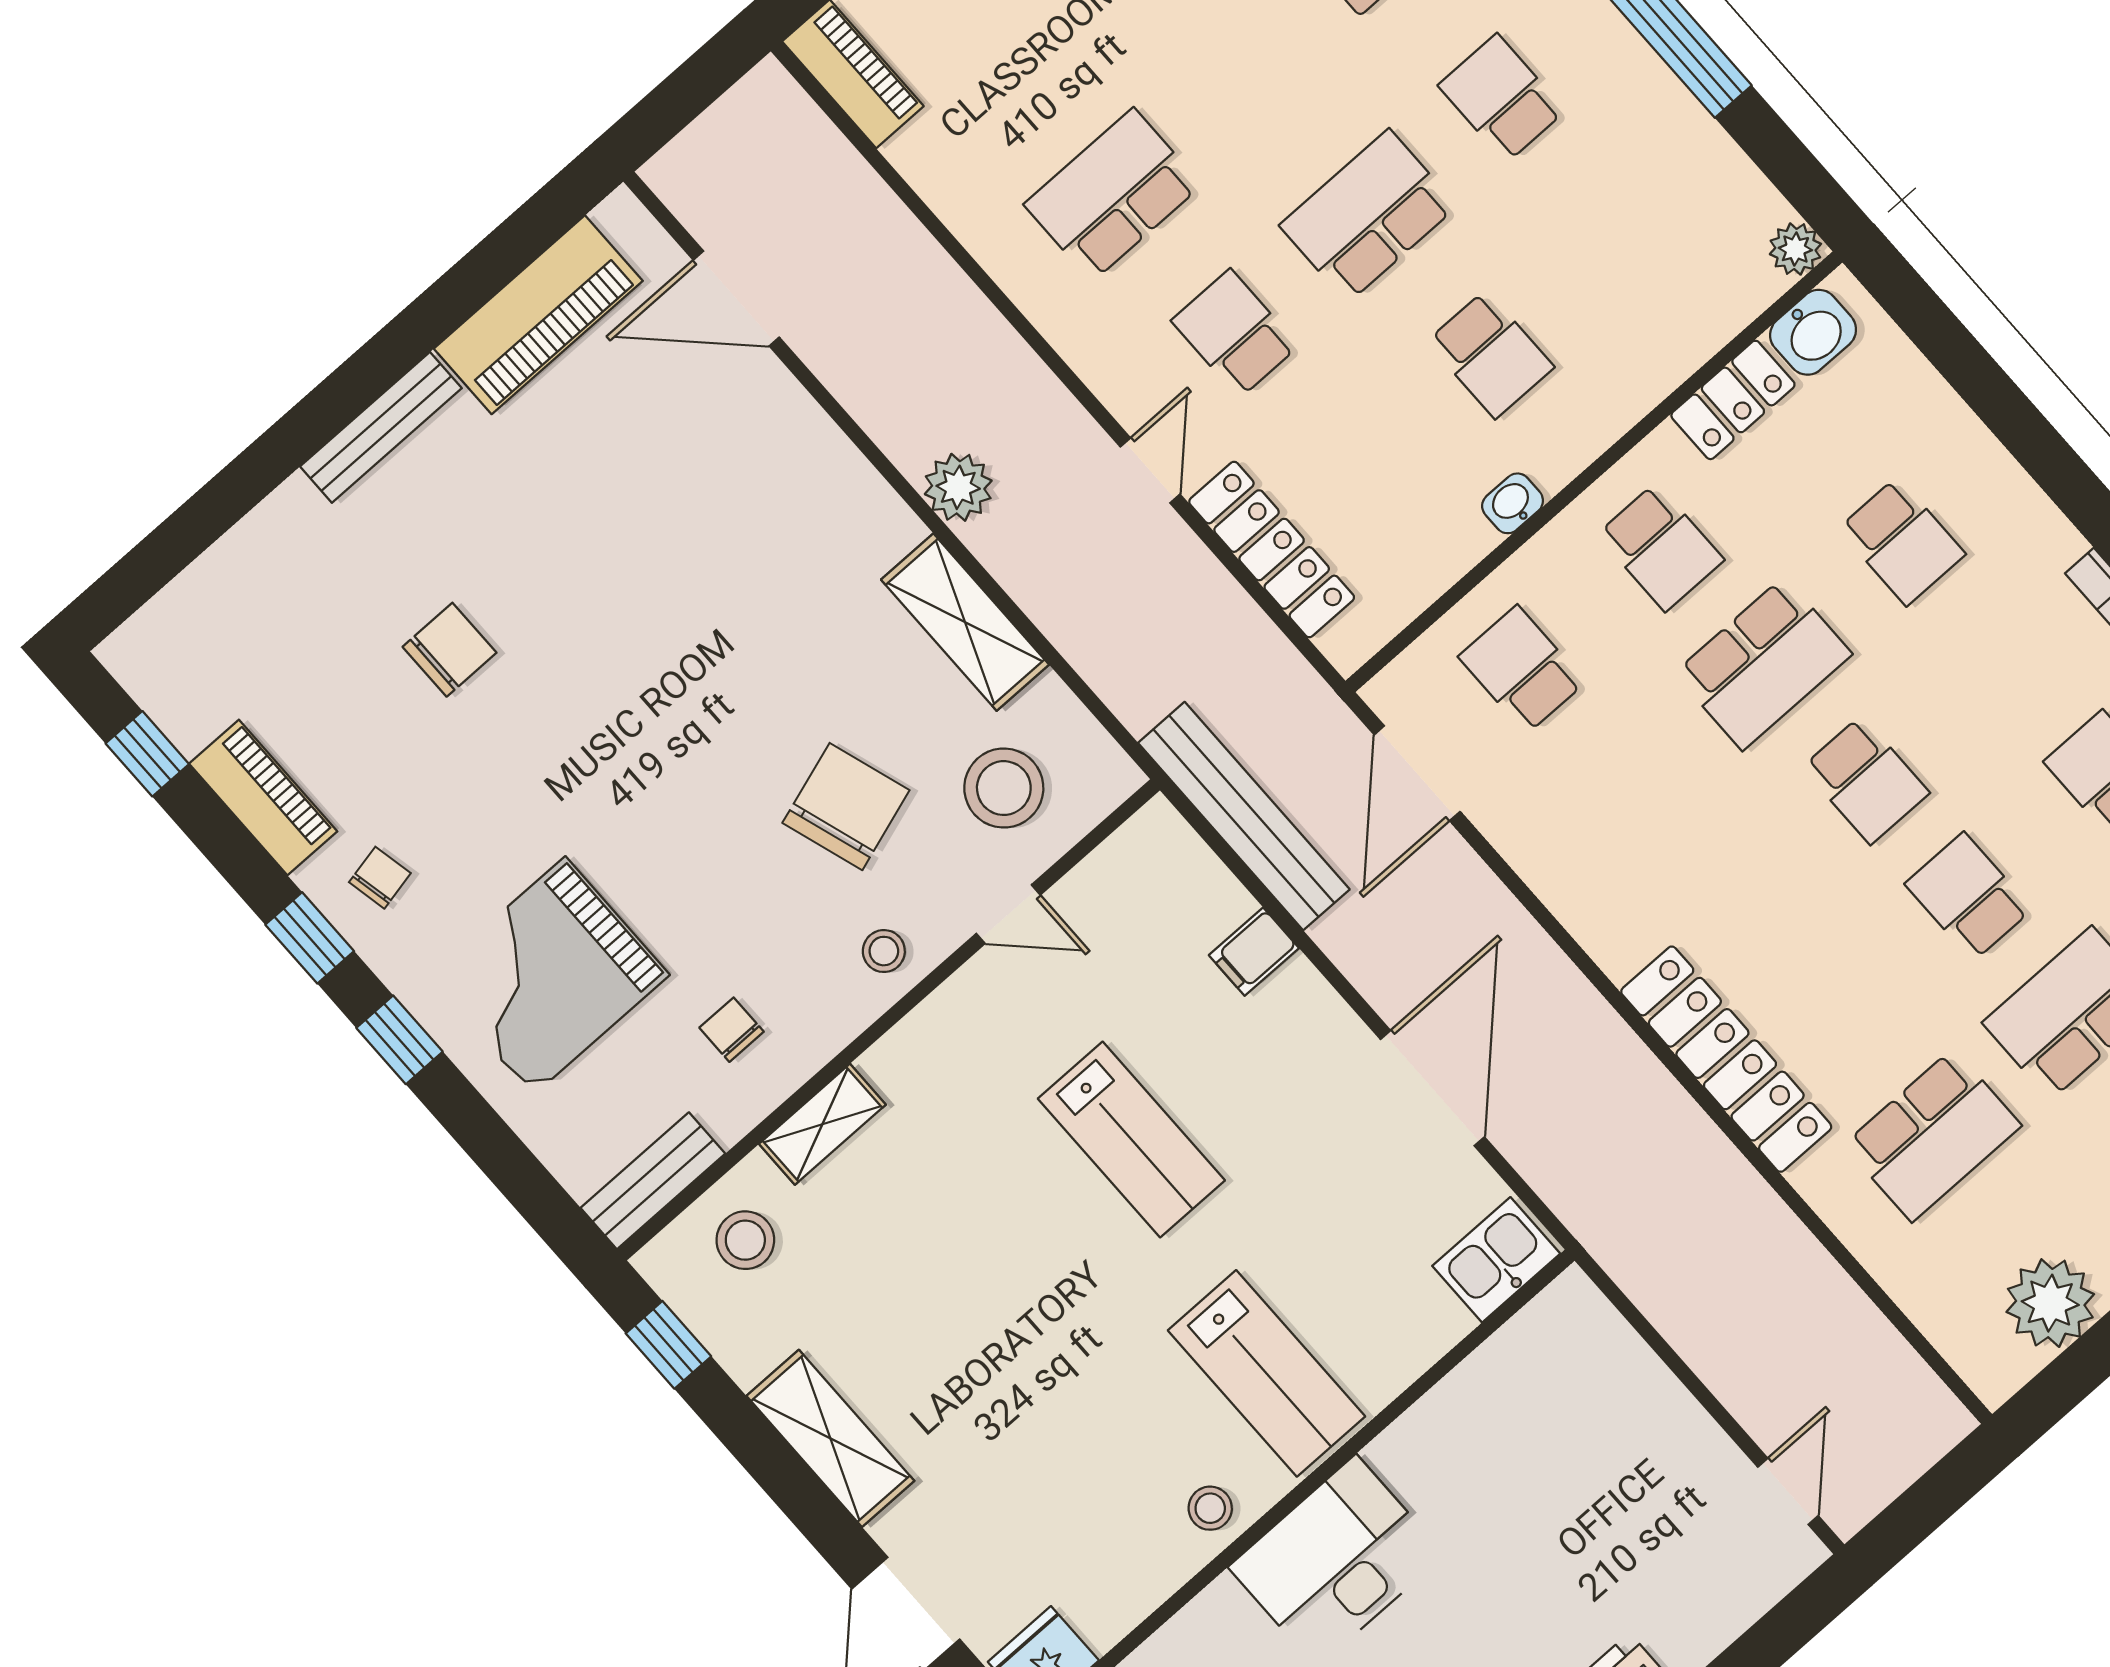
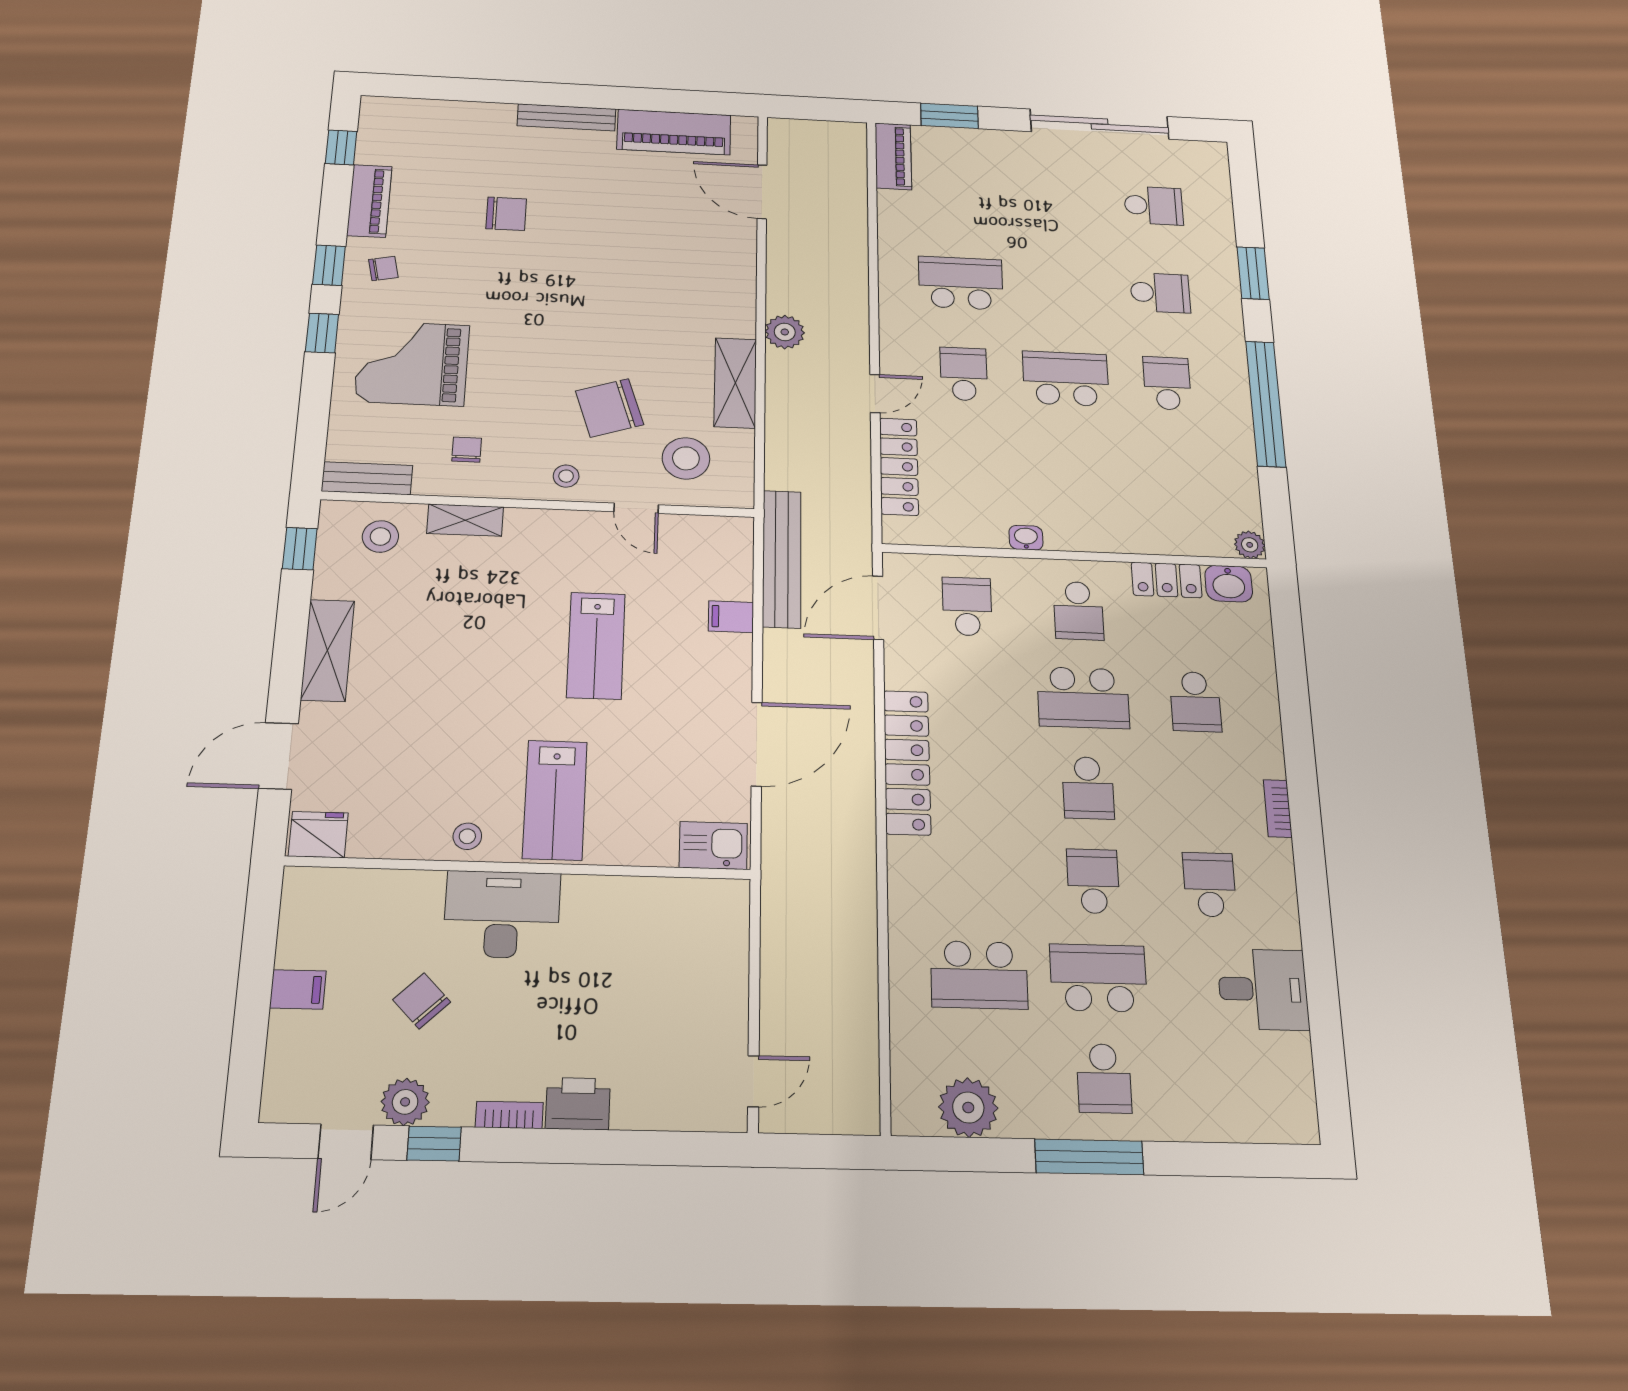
school desk: (1490, 354) -> (1071, 473), removed
chair: (846, 807) -> (610, 408), turned 180
locker: (1726, 1059) -> (907, 762), moved

